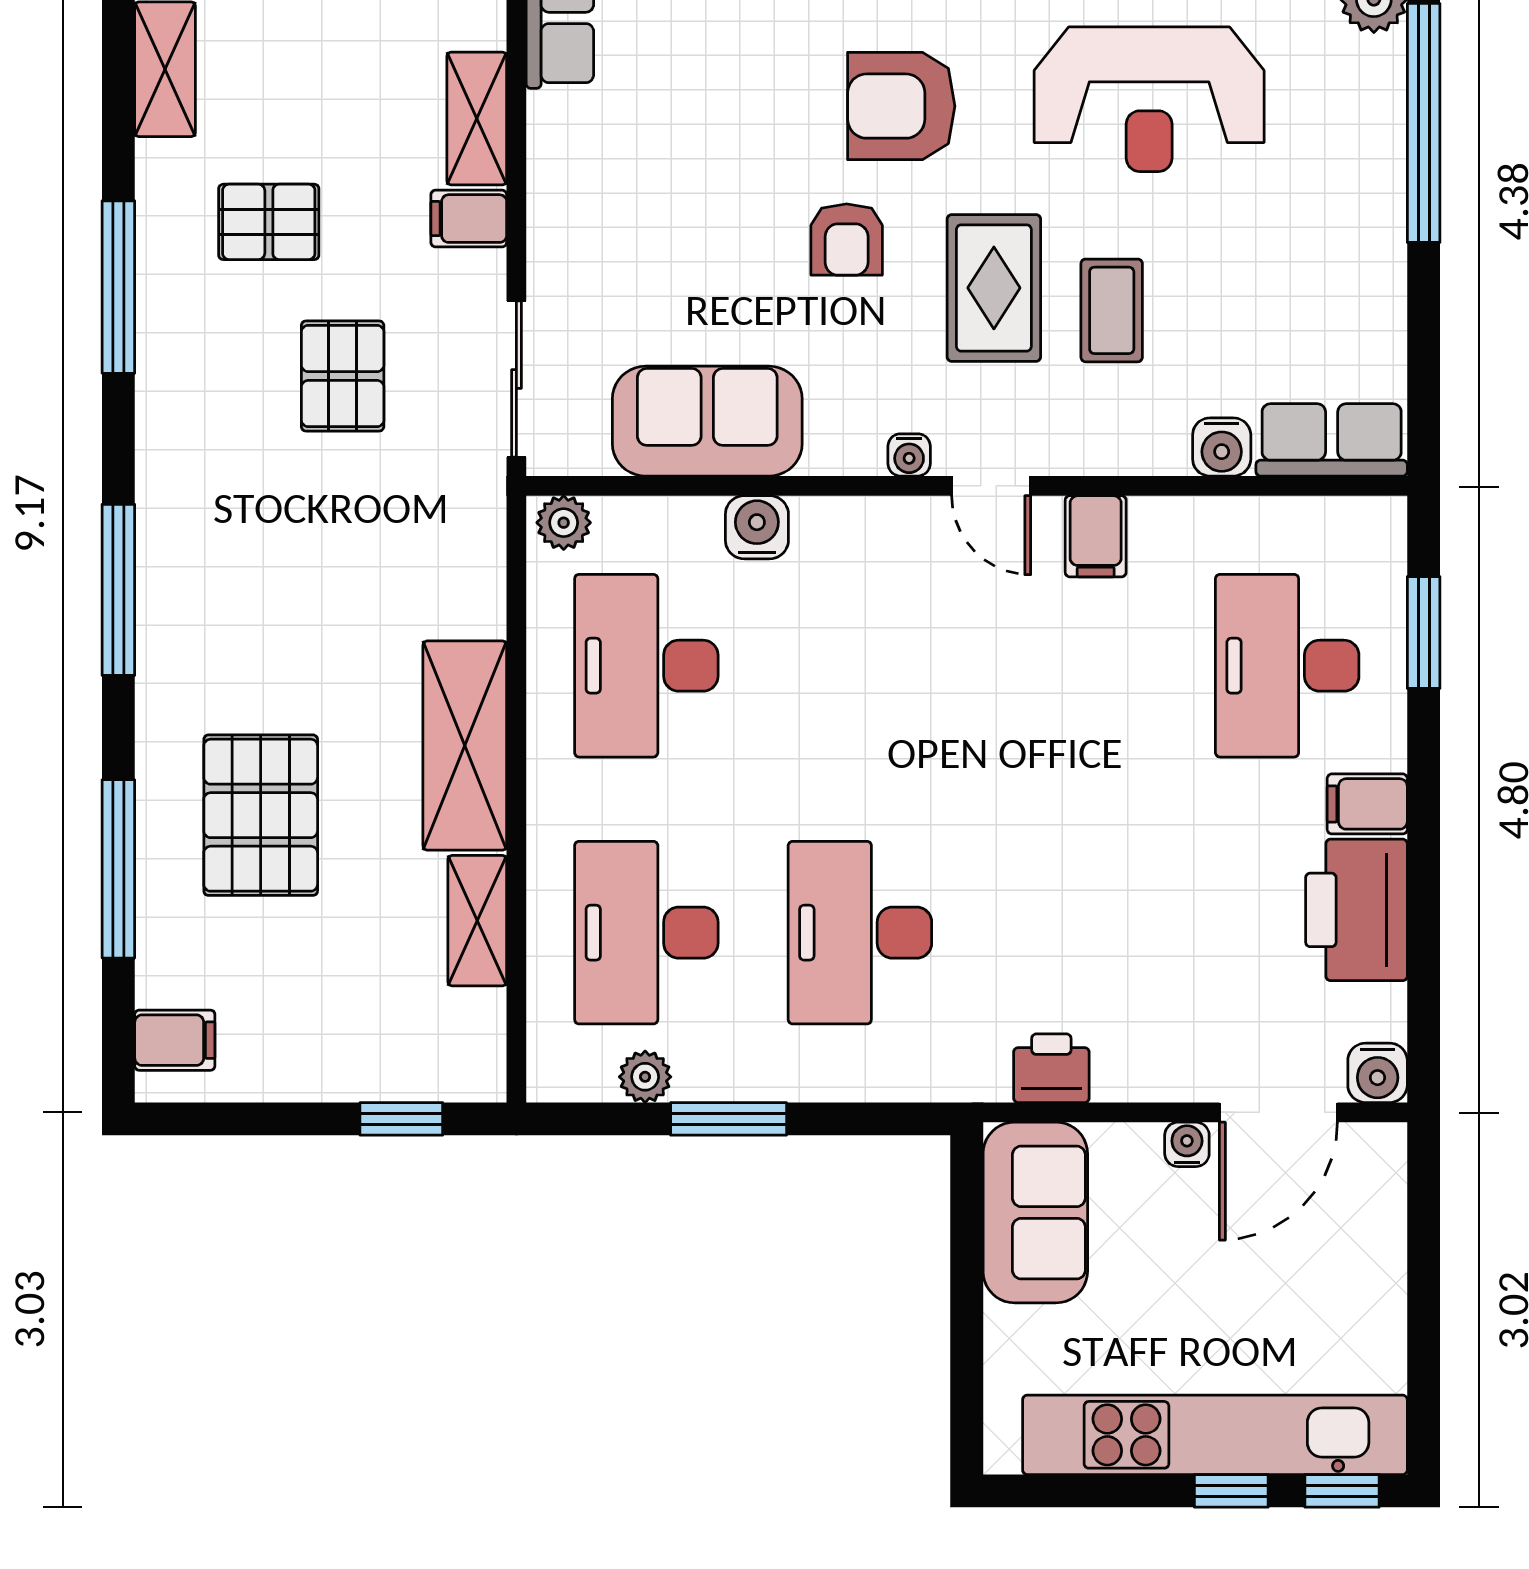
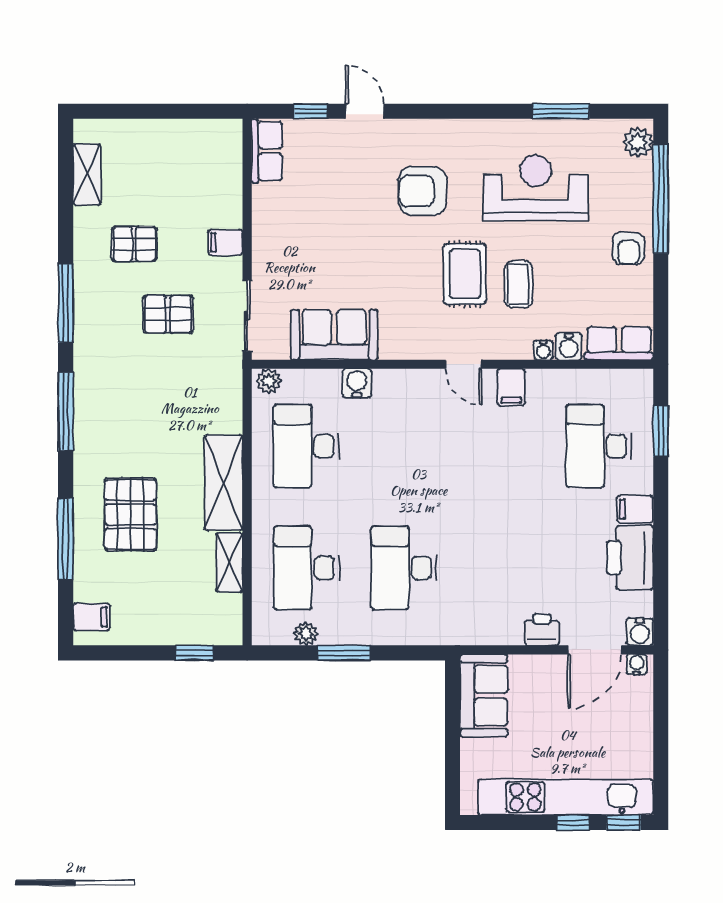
reception desk: (1149, 99) -> (536, 188), turned 180
shelving: (477, 119) -> (229, 197), removed
armchair: (847, 240) -> (628, 248), moved
window: (118, 287) -> (66, 303), moved
pallet: (343, 376) -> (168, 314), turned 90
water cooler: (909, 455) -> (543, 350), moved
printer: (1051, 1068) -> (542, 630), moved
water cooler: (1187, 1144) -> (637, 665), moved

